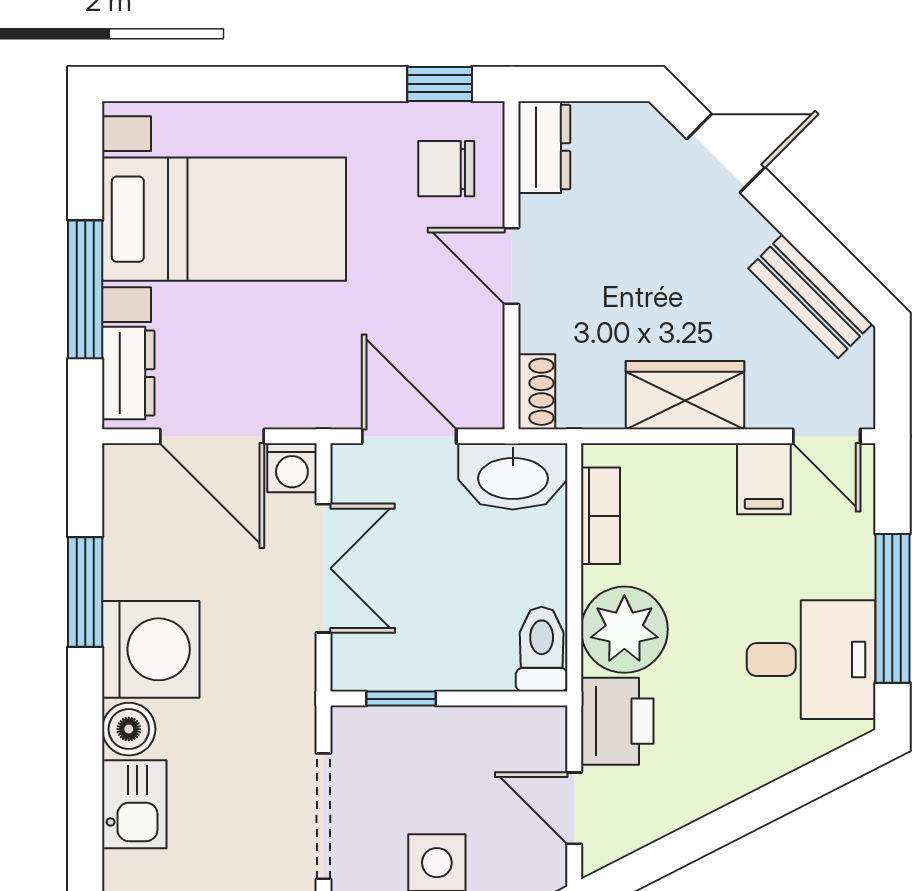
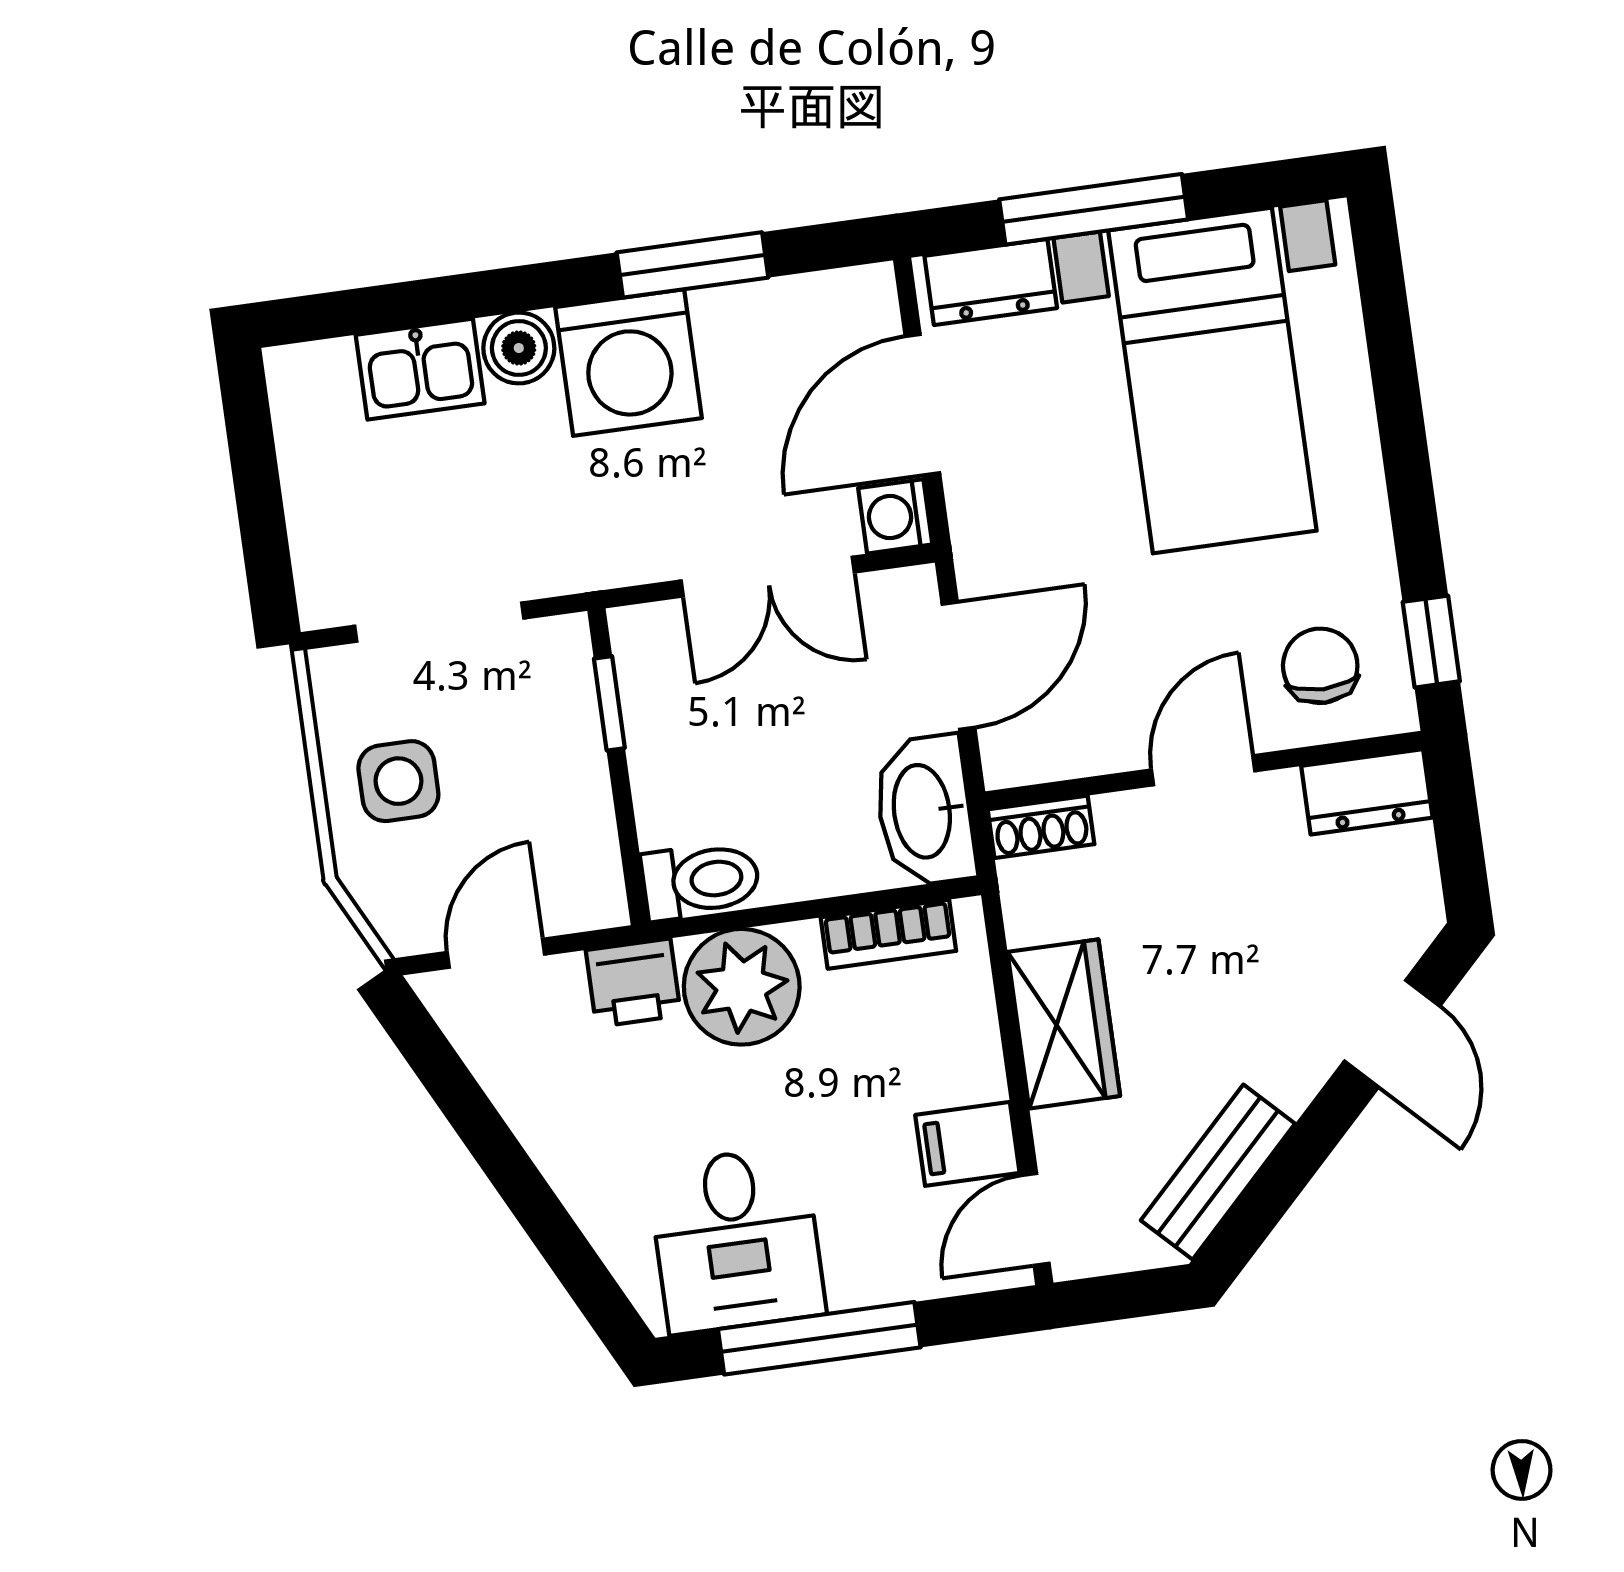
printer: (617, 721) -> (633, 983), width x0.73, depth x0.81

